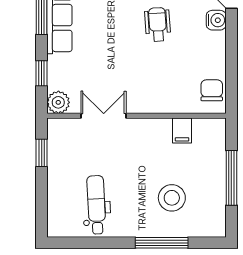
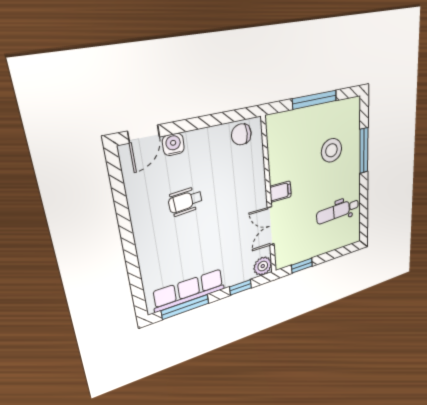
filing cabinet: (182, 131) -> (280, 192), moved

